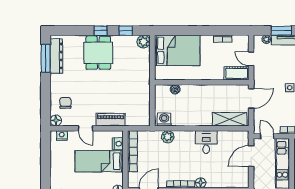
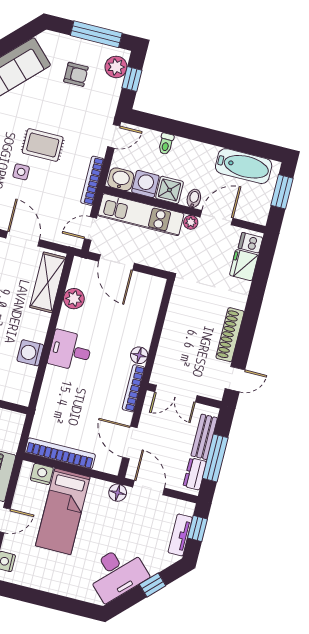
washing machine: (164, 119) -> (30, 353), moved
plant: (168, 137) -> (74, 299), moved
desk: (206, 142) -> (70, 351), moved

